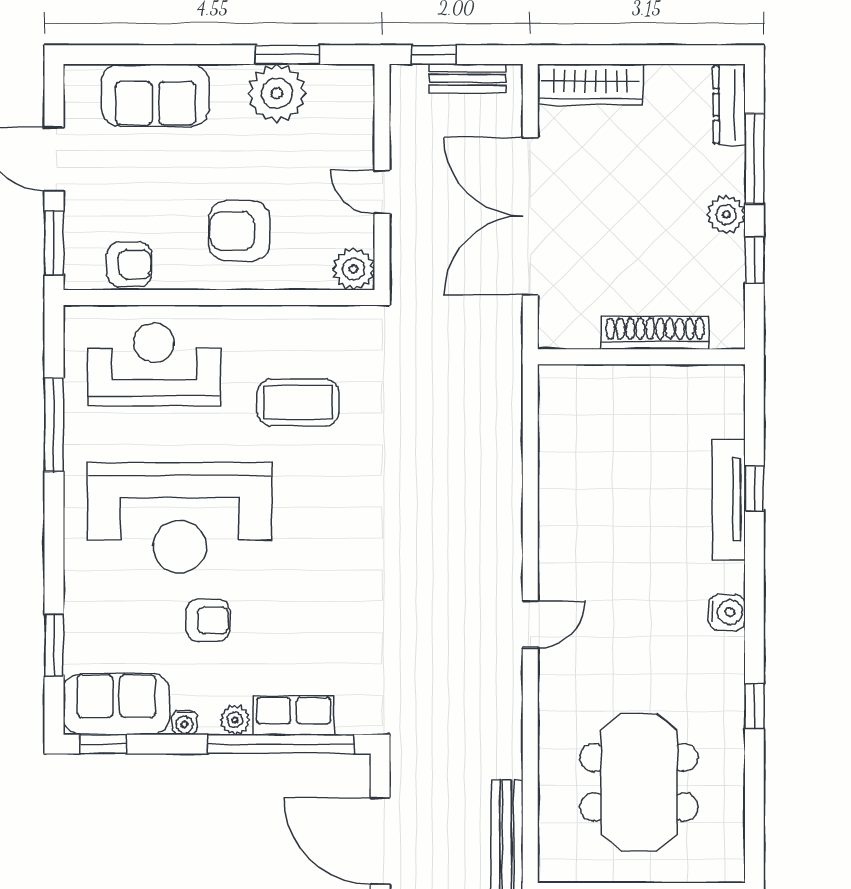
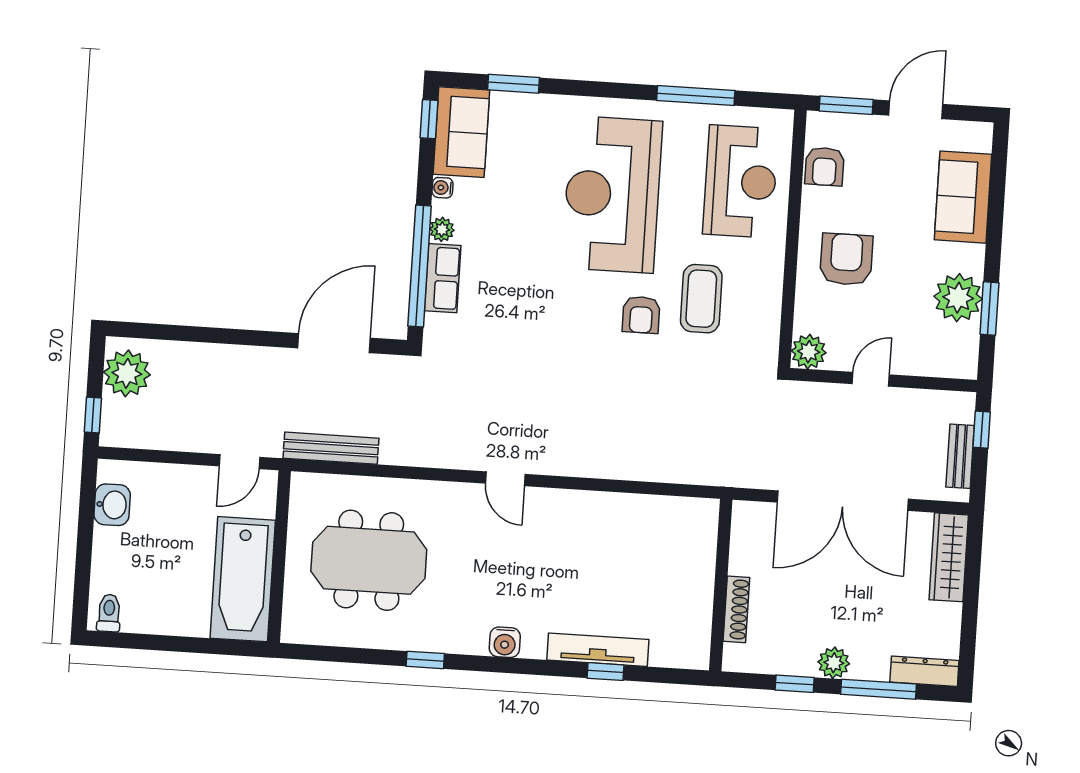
double door: (530, 216) -> (843, 501), swing flipped
shoe rack: (655, 333) -> (736, 609), width x0.74, depth x0.81
armchair: (208, 620) -> (641, 315), moved

